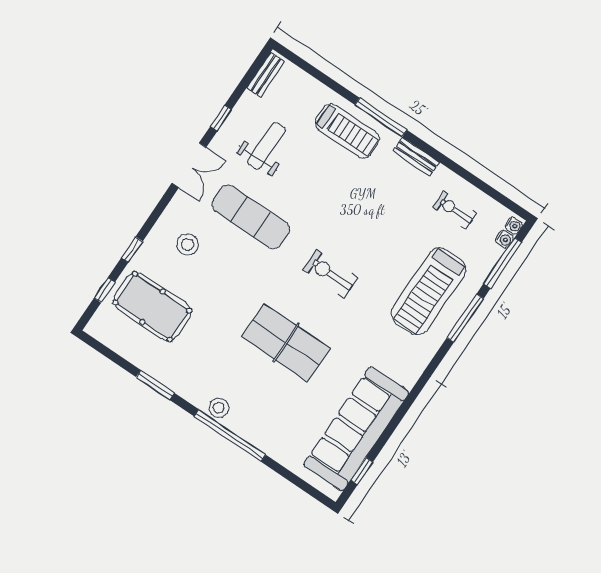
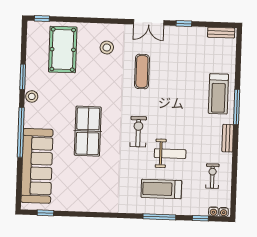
weight bench: (266, 146) -> (170, 154), moved
exercise mat: (251, 217) -> (142, 72), width x0.73, depth x0.69
window: (132, 249) -> (86, 20), removed
window: (502, 263) -> (200, 218), width x0.46
window: (105, 290) -> (42, 19), moved
treadmill: (429, 291) -> (161, 189), width x0.73, depth x0.73
stool: (219, 408) -> (32, 96), moved
sofa: (356, 429) -> (37, 166), moved, turned 90

